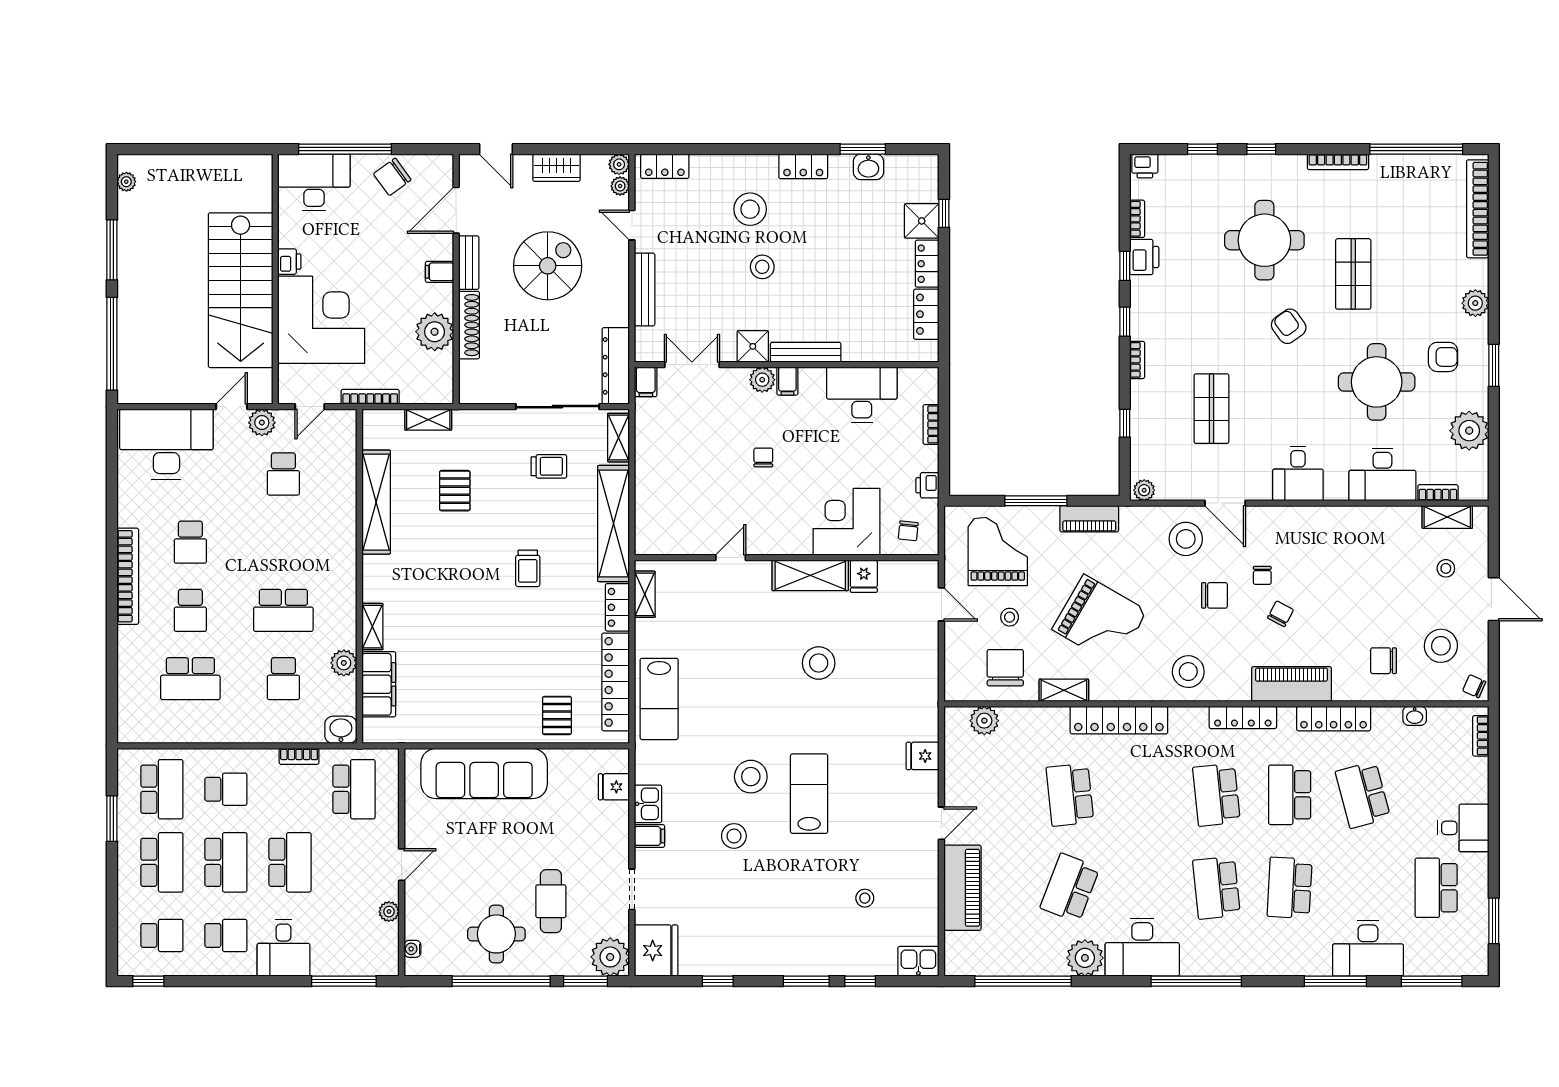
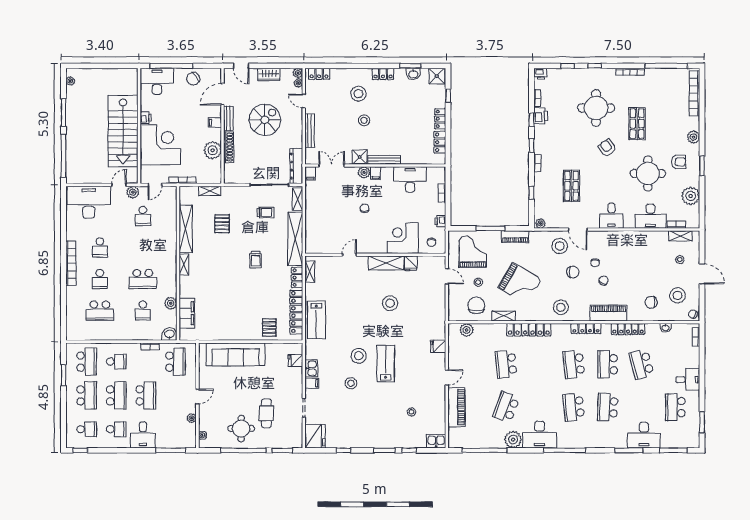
shower: (922, 221) -> (437, 76), moved
shelving: (372, 627) -> (184, 265), moved
plant: (610, 957) -> (294, 439), removed

